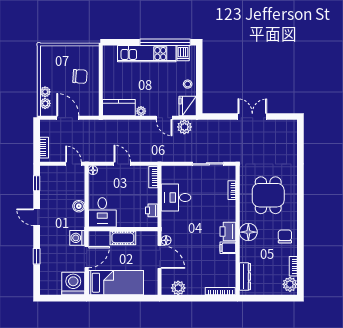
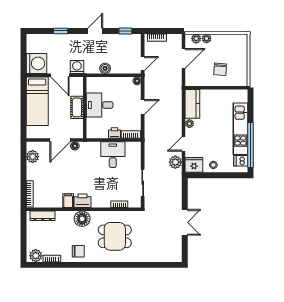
printer: (152, 210) -> (115, 133), moved
desk: (102, 212) -> (100, 105), moved

